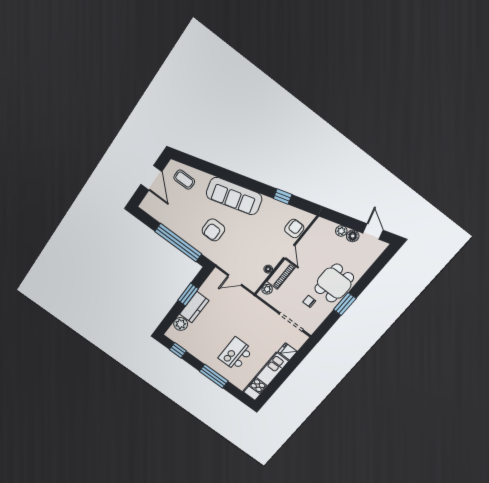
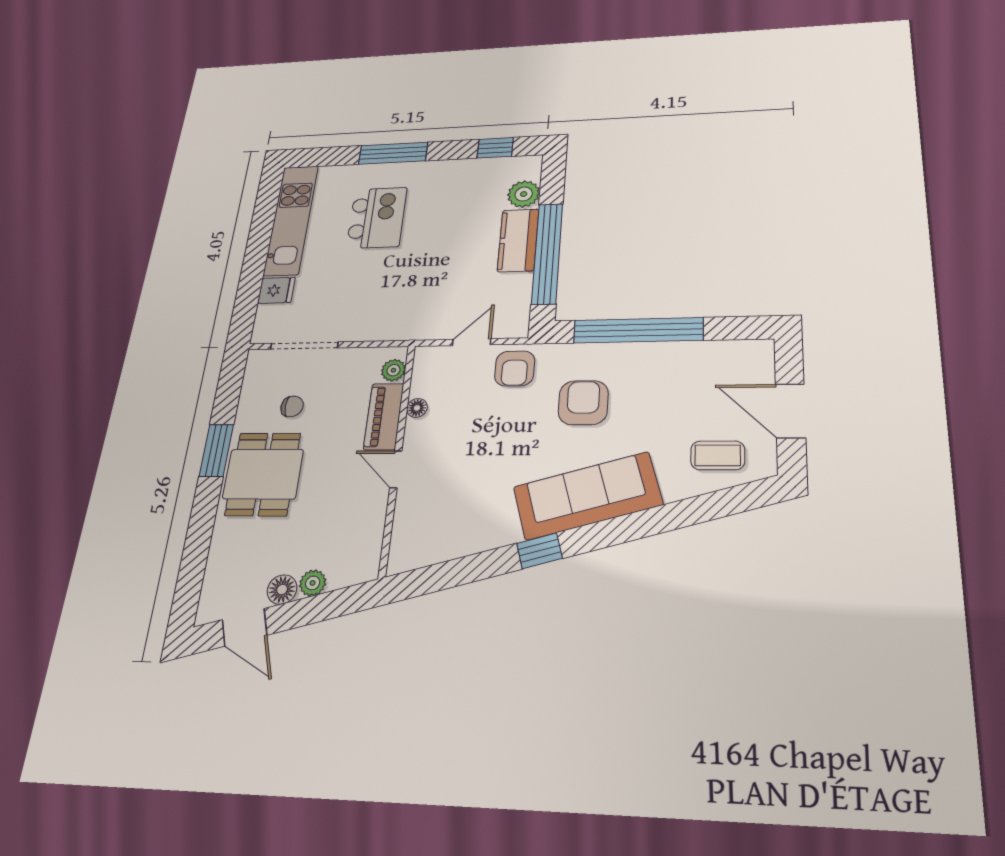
window: (283, 197) -> (540, 551), moved
armchair: (294, 229) -> (515, 368), moved
window: (188, 295) -> (547, 253), width x2.11

